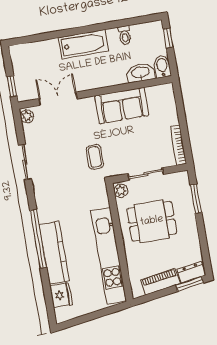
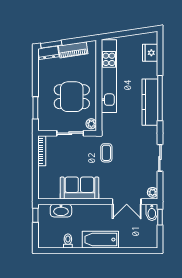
window: (168, 38) -> (35, 215), moved
bidet: (162, 67) -> (152, 212), moved
kitchen counter: (54, 253) -> (150, 102), moved

